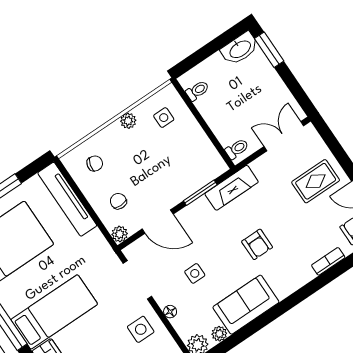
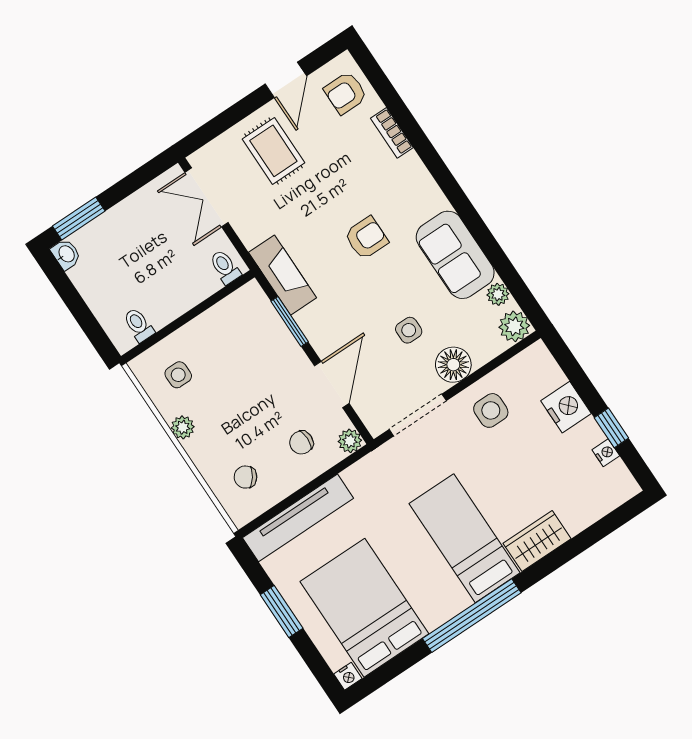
washbasin: (240, 49) -> (66, 254), width x0.52, depth x0.69
chair: (95, 163) -> (246, 477), turned -68
floor lamp: (170, 312) -> (453, 365), width x1.89, depth x1.89

